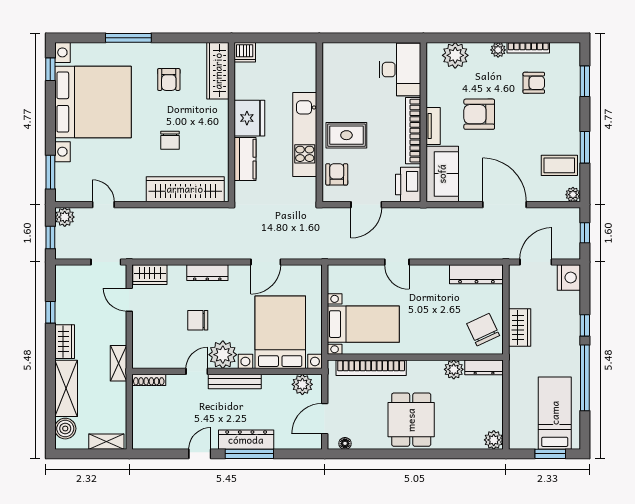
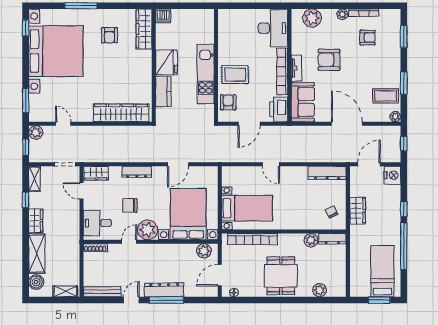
chair: (170, 140) -> (110, 78), removed
chair: (483, 330) -> (332, 212), width x0.54, depth x0.54
desk: (152, 345) -> (97, 223), added
shelving: (118, 363) -> (34, 179), moved
bench: (235, 382) -> (102, 292), moved
plant: (494, 440) -> (320, 290), moved

